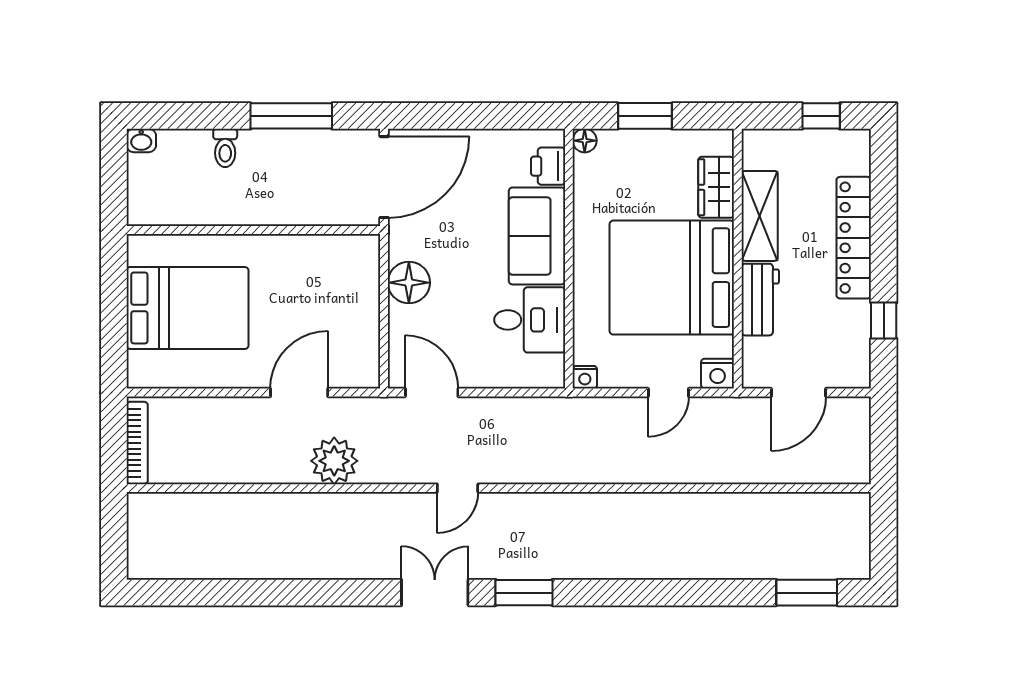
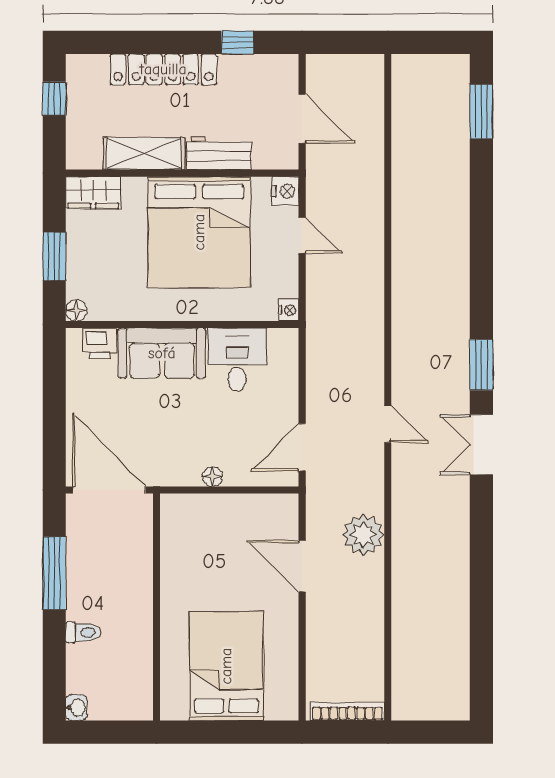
wardrobe: (716, 187) -> (93, 192), moved
floor lamp: (409, 283) -> (212, 477), width x0.53, depth x0.53

